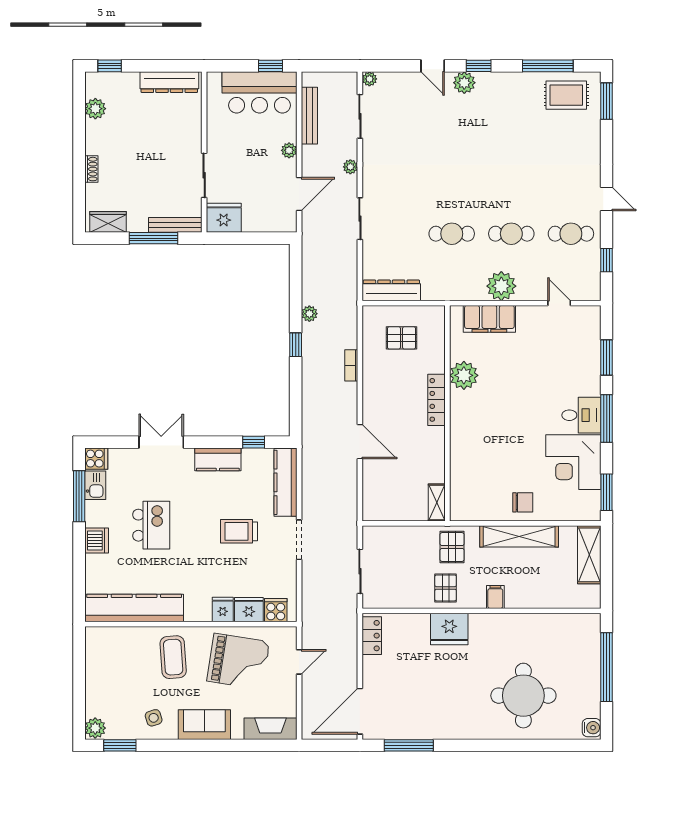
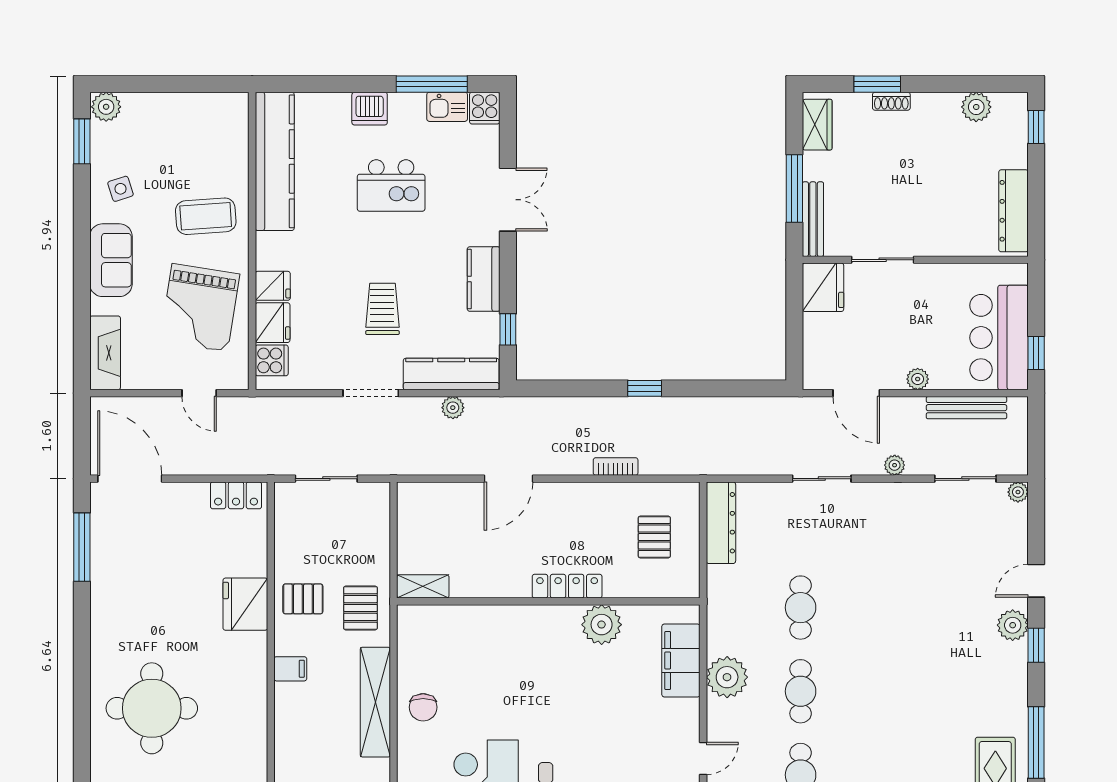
window: (79, 179) -> (877, 84), added
plant: (309, 314) -> (453, 408), moved
pallet: (452, 547) -> (360, 608), turned 90

